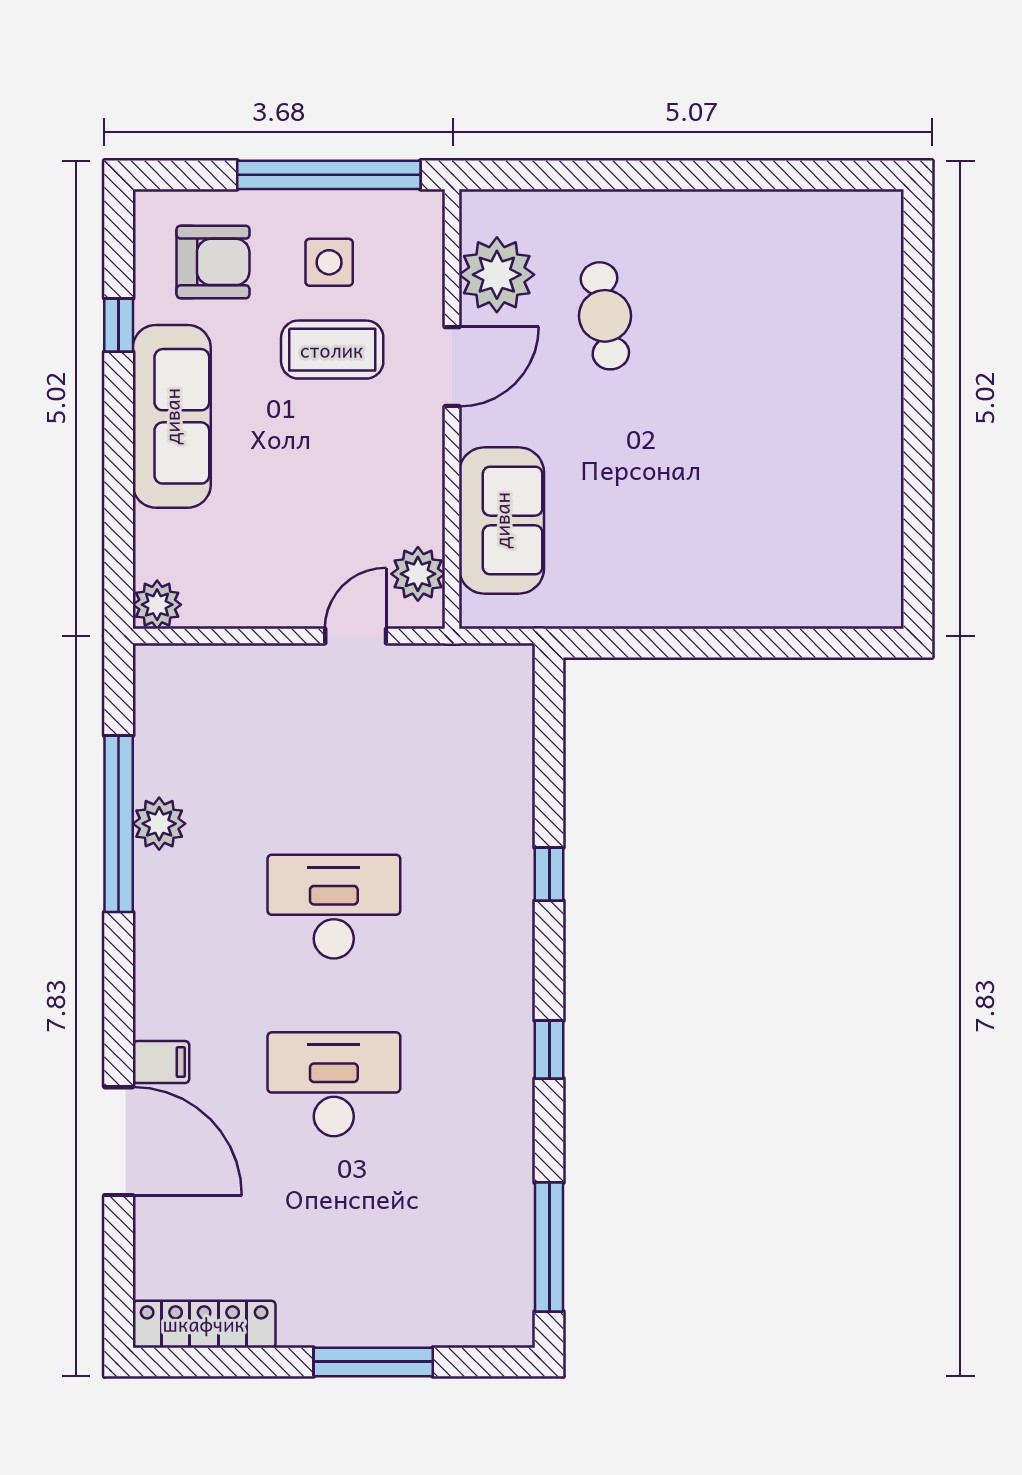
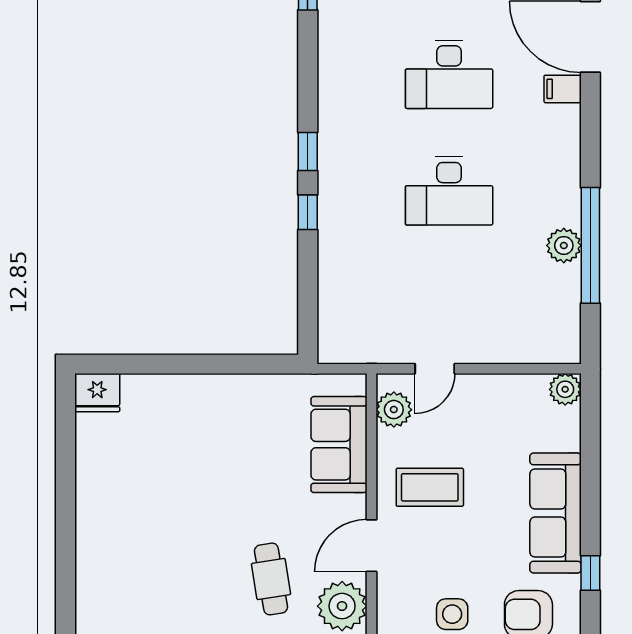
coffee table: (332, 350) -> (430, 487), moved
fridge: (870, 600) -> (97, 393), added
window: (549, 1050) -> (308, 152), moved

